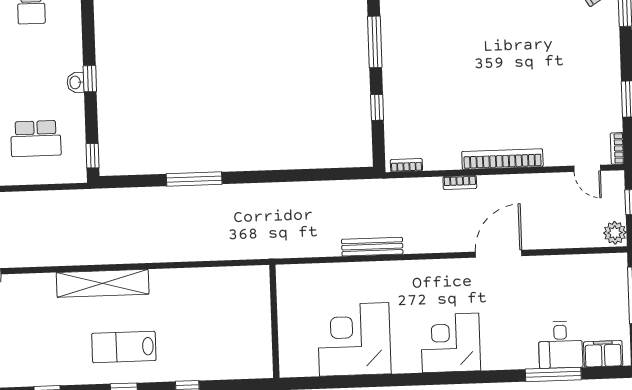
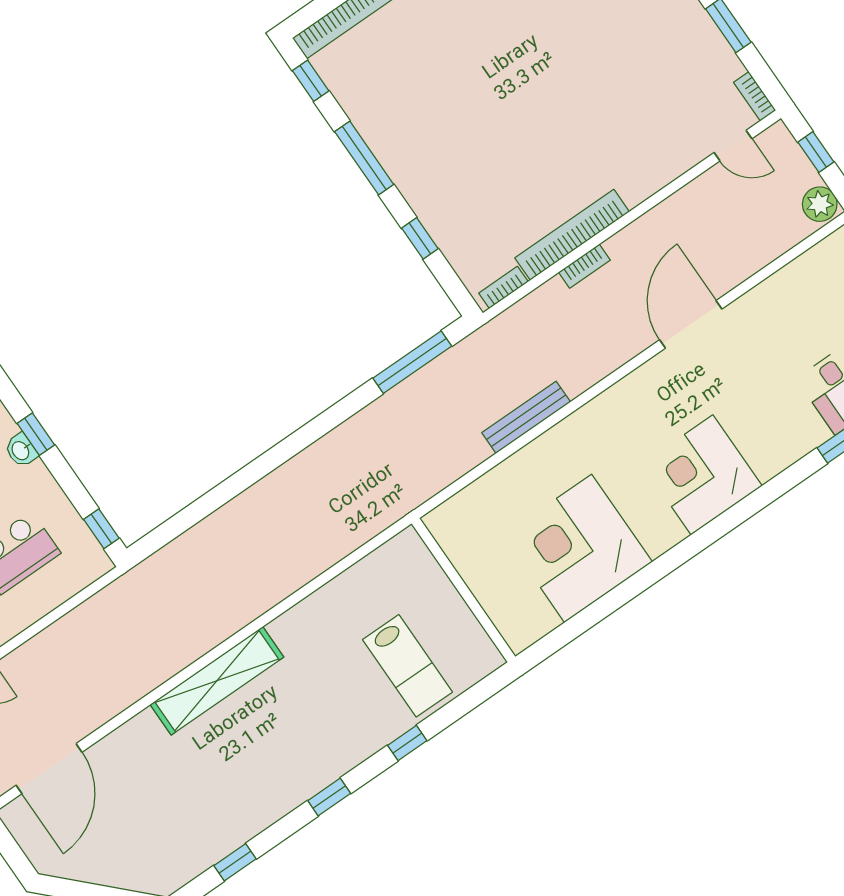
bookcase: (502, 159) -> (572, 235), moved
window: (194, 179) -> (412, 362), moved
lab bench: (124, 347) -> (408, 666), moved, turned -90

